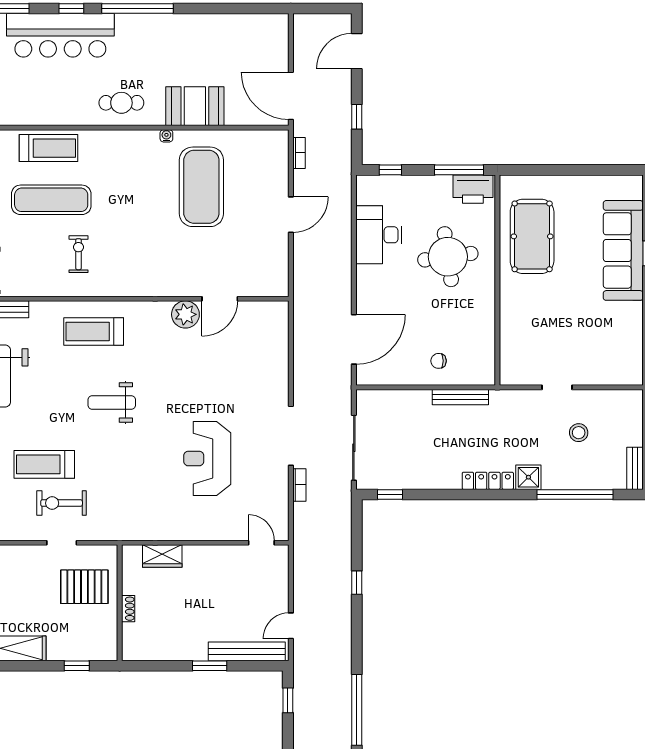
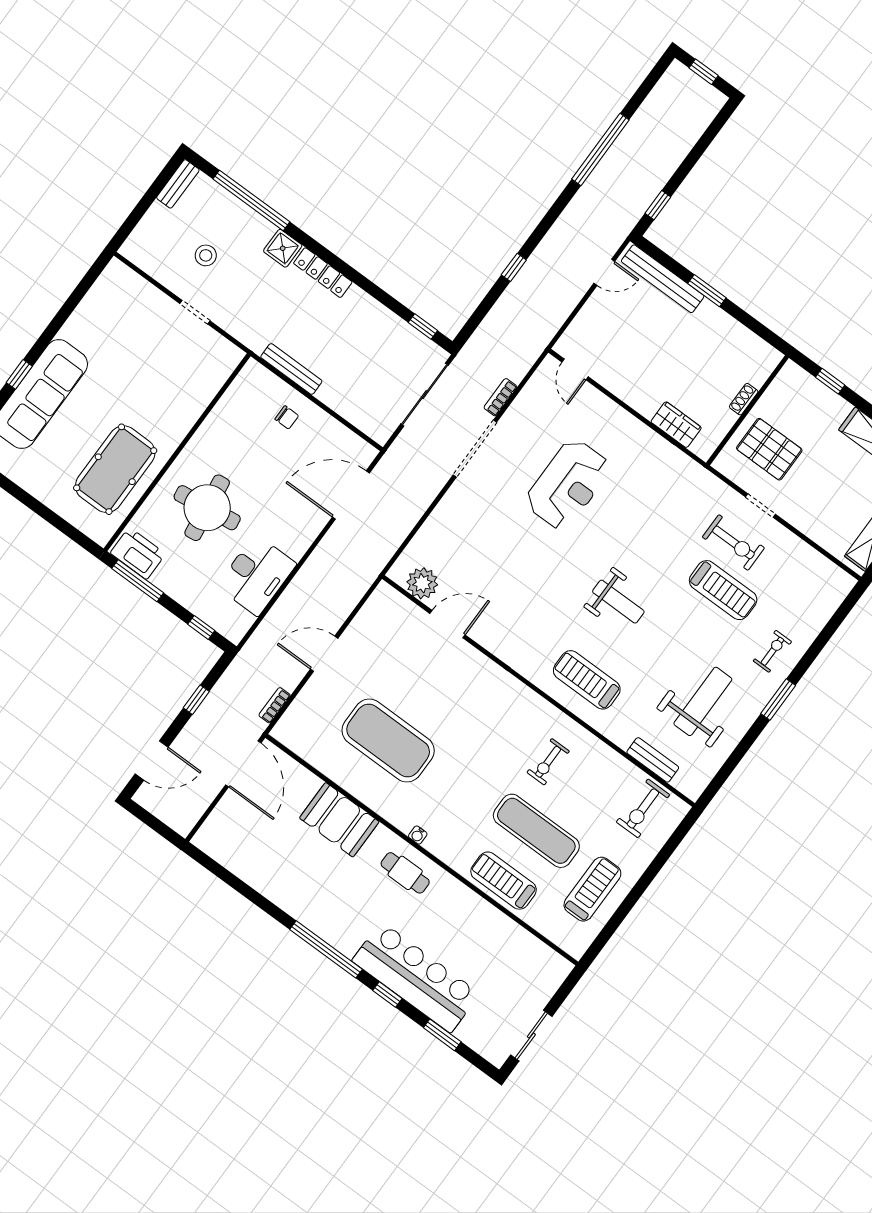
water cooler: (166, 136) -> (418, 835), moved
exercise mat: (201, 187) -> (388, 741), turned 90
plant: (185, 314) -> (422, 583), moved
treadmill: (94, 331) -> (587, 680), turned 180

